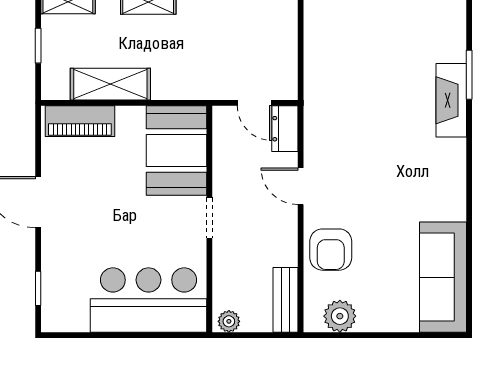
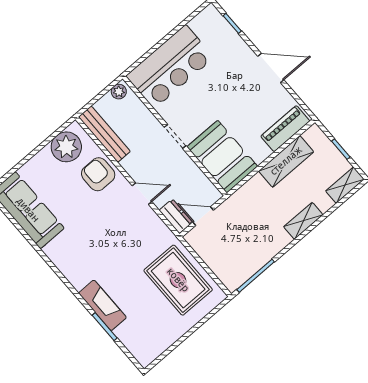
rug: (343, 56) -> (178, 280), added
bench: (285, 300) -> (104, 134), width x1.36
plant: (340, 316) -> (66, 147), width x1.36, depth x1.36

